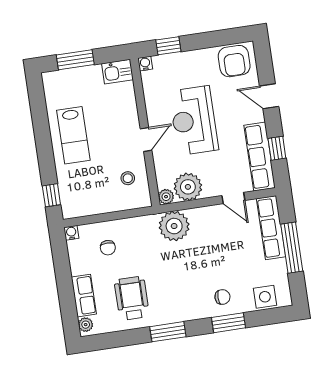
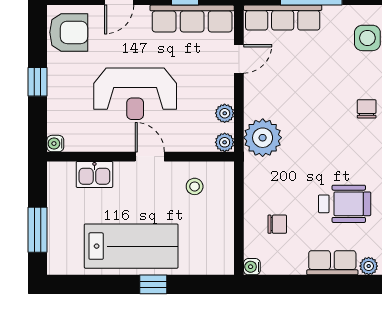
window: (168, 46) -> (38, 82), moved
kitchen sink: (117, 72) -> (94, 174), moved, turned 90
lab bench: (73, 135) -> (131, 246), width x1.36, depth x1.39
plant: (188, 187) -> (225, 113), width x0.53, depth x0.53
window: (51, 195) -> (153, 284), moved
chair: (222, 297) -> (367, 109), moved
wheelchair: (132, 298) -> (345, 204), turned 180

